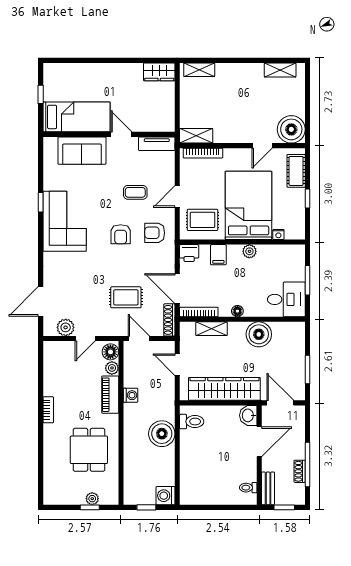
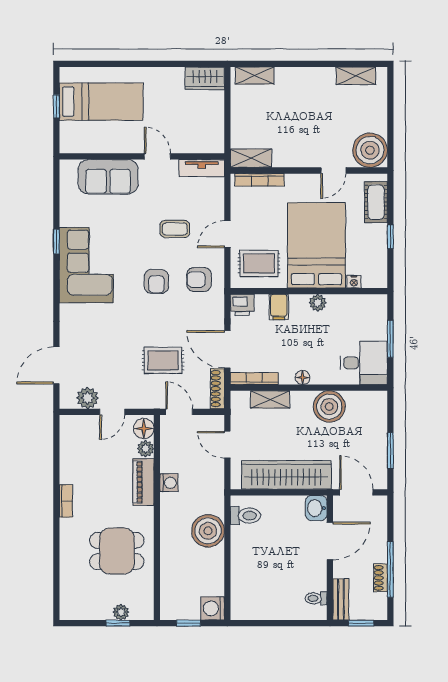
bed: (76, 117) -> (101, 102), moved
dining table: (89, 450) -> (117, 551), turned 90

